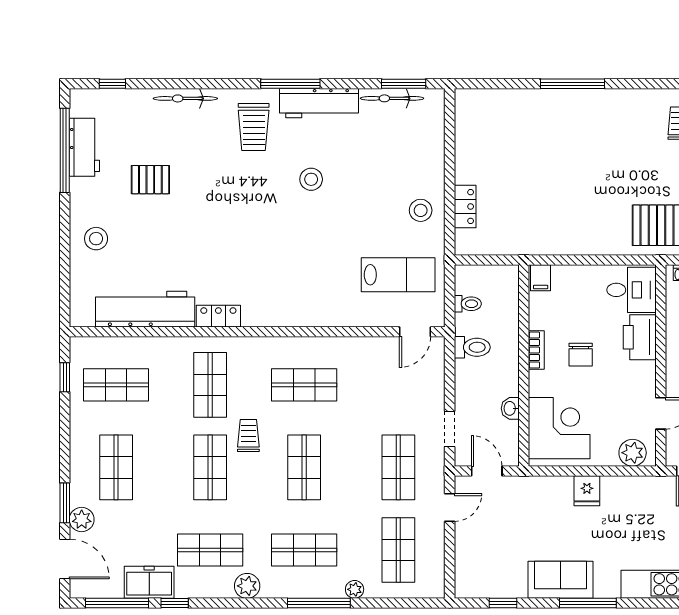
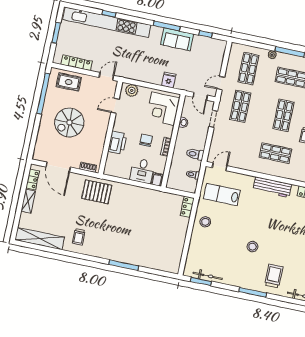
workbench: (319, 103) -> (272, 187), moved, turned 180
locker: (465, 207) -> (187, 207), moved
desk: (631, 290) -> (142, 171), moved, turned -90
fridge: (587, 491) -> (169, 80), moved

